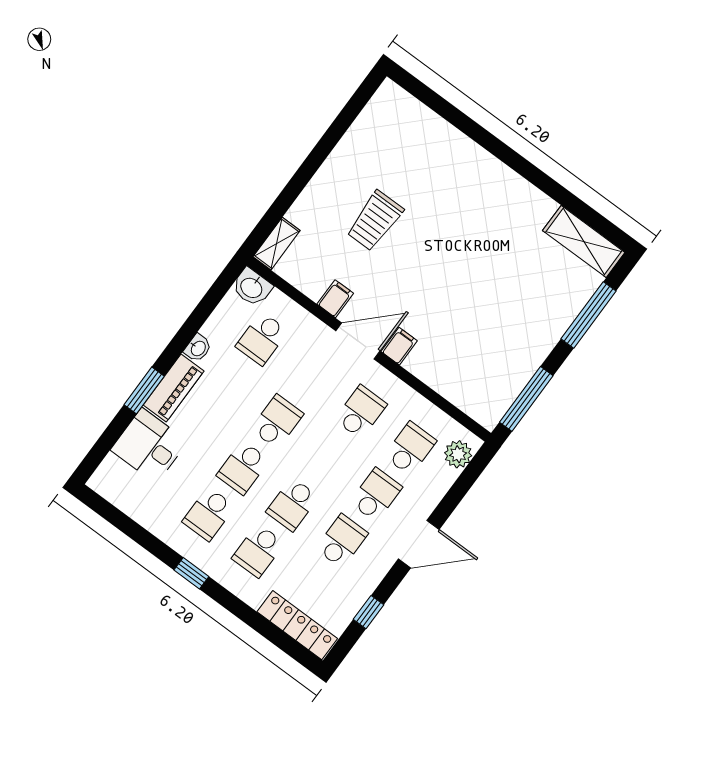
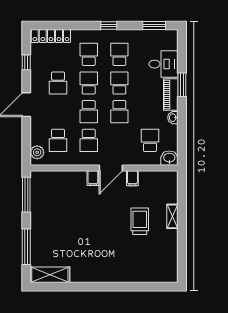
shelving: (277, 244) -> (172, 216), moved
school desk: (376, 495) -> (89, 112), moved
window: (118, 519) -> (154, 25), added

